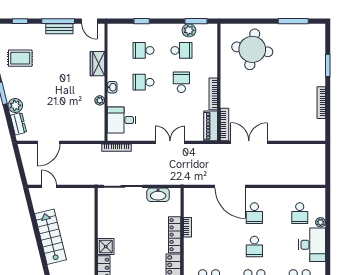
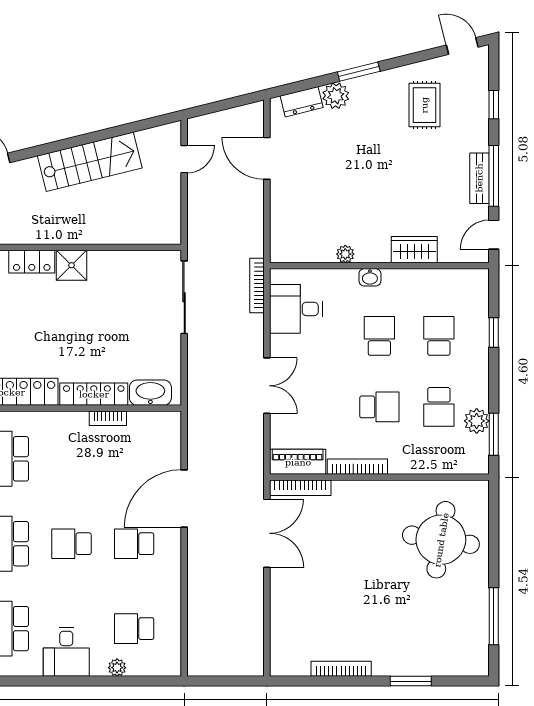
desk: (122, 120) -> (296, 309), moved, turned -90
washbasin: (158, 195) -> (150, 393), moved, turned 90
desk: (312, 245) -> (66, 652), width x0.73

